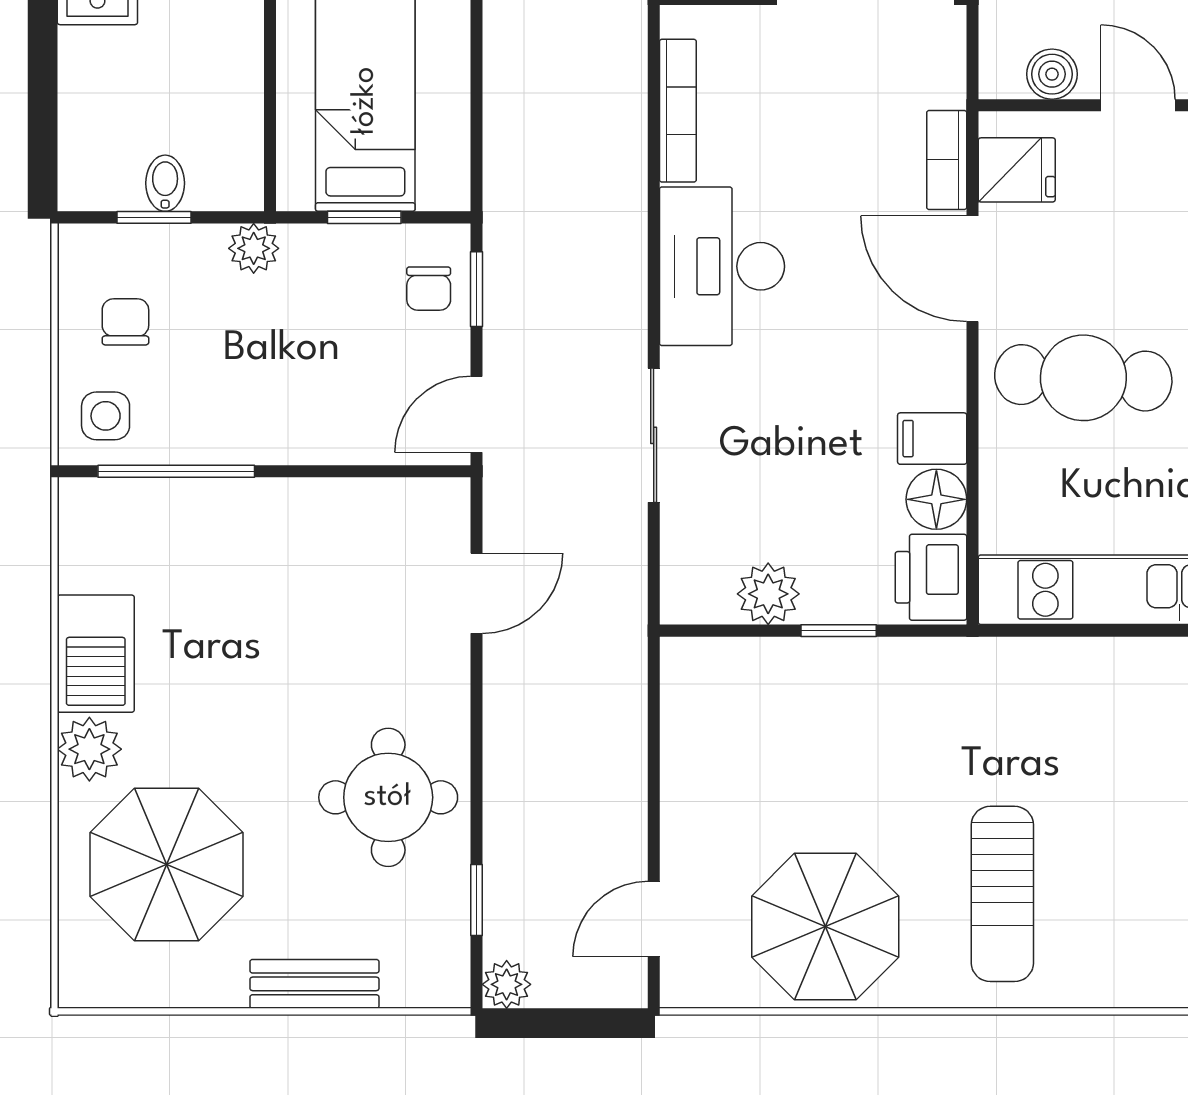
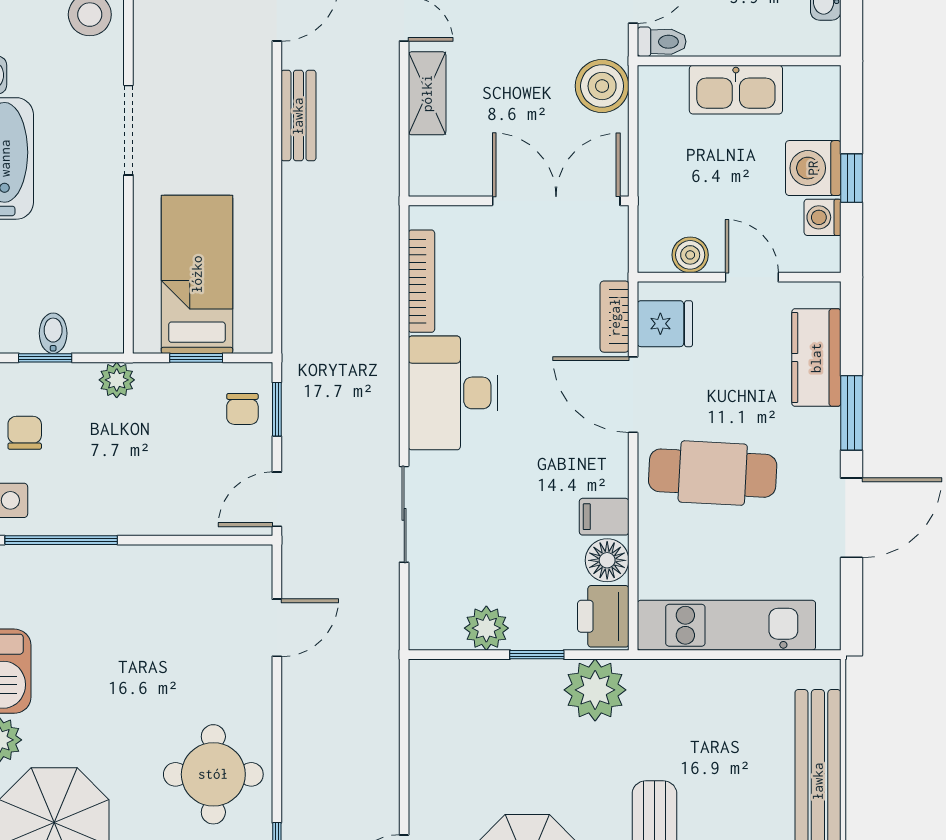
plant: (920, 680) -> (595, 690), added

